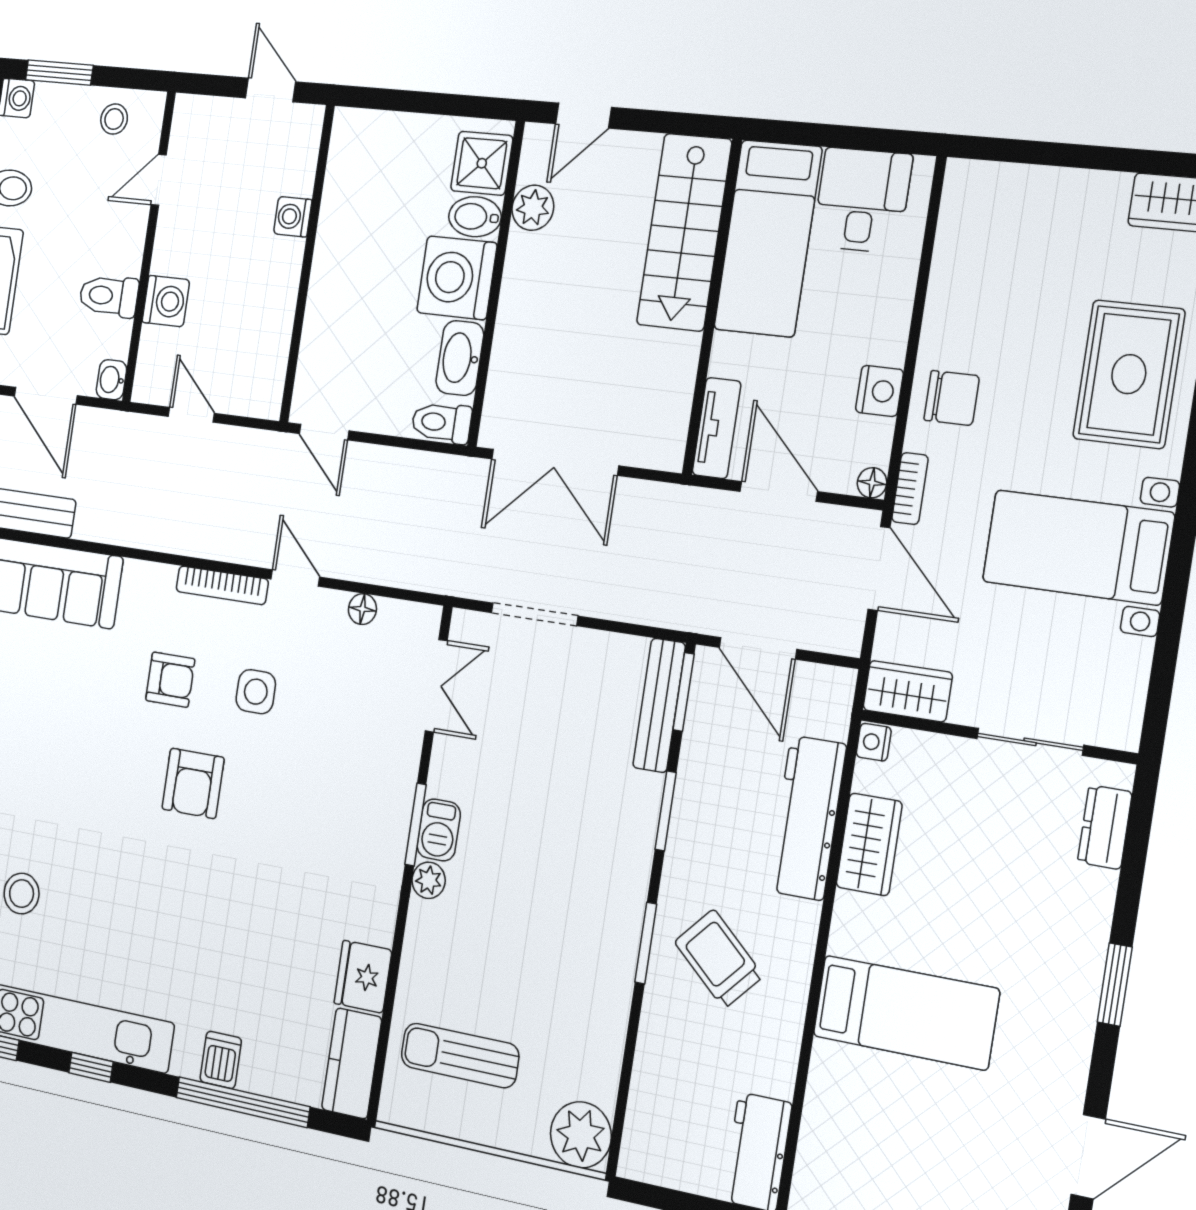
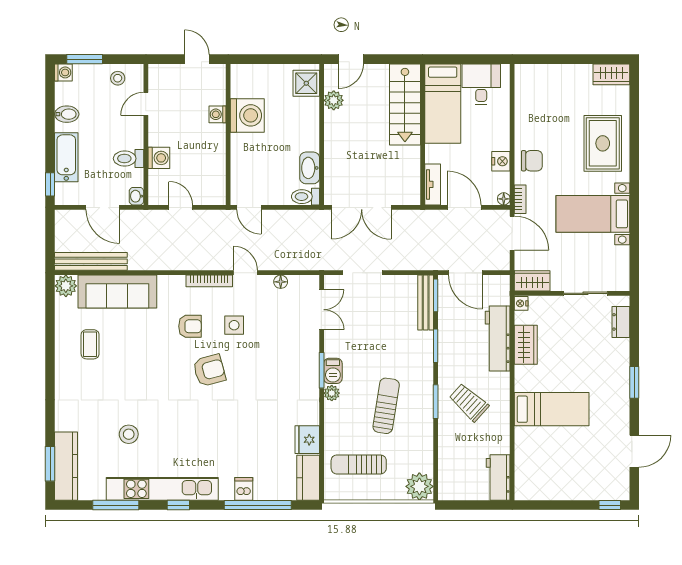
bidet: (475, 217) -> (307, 106), removed
washing machine: (457, 278) -> (247, 115), moved, turned 180
armchair: (193, 783) -> (209, 370), turned -105
sun lounger: (538, 932) -> (386, 406), added

